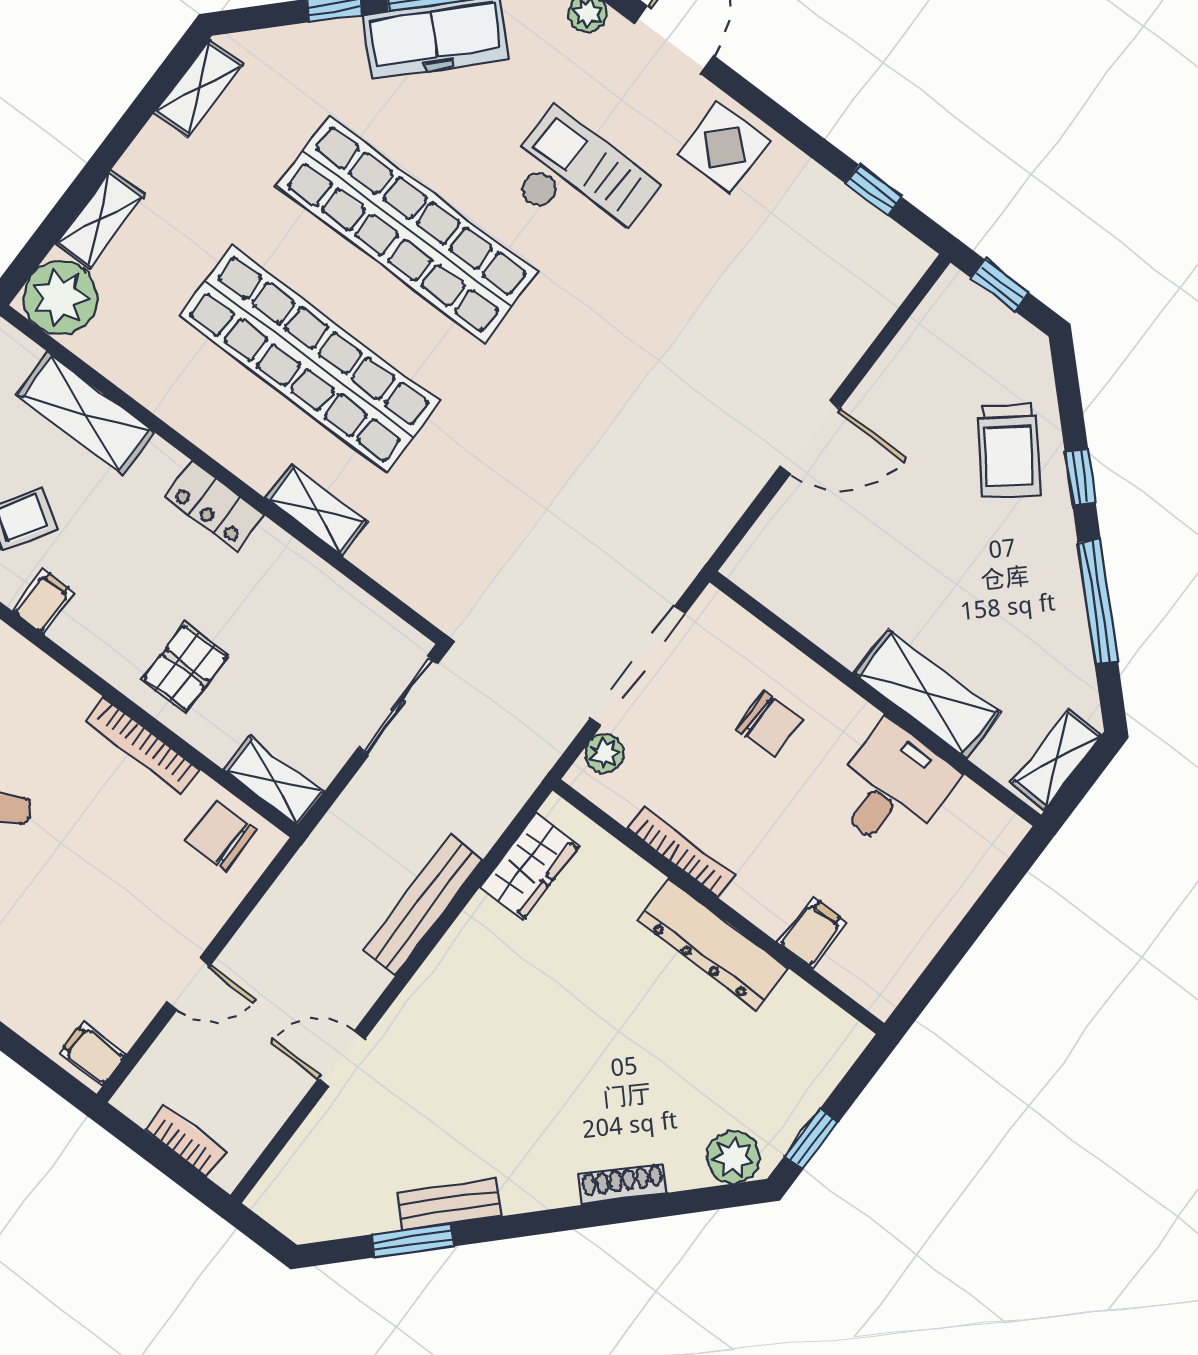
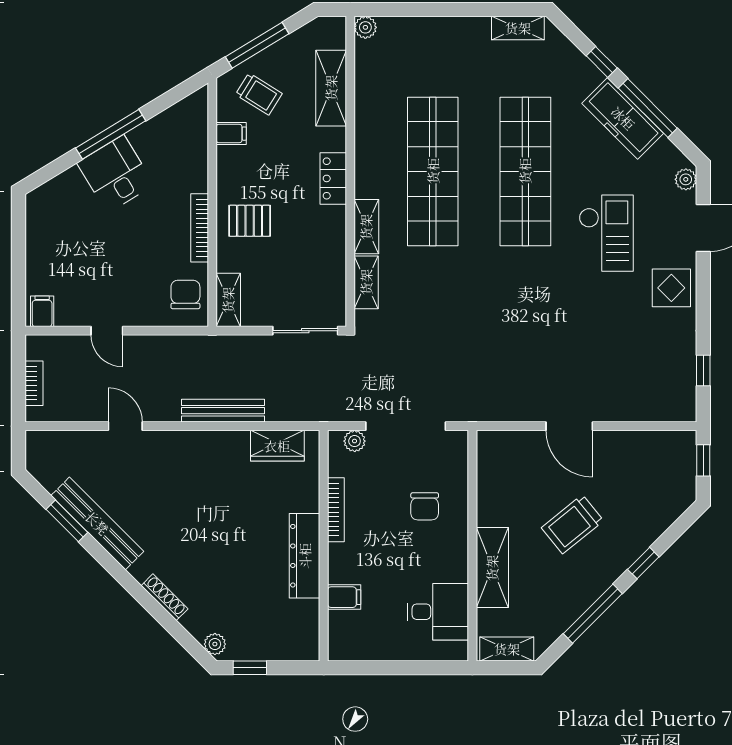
shelving: (100, 219) -> (366, 282), moved, turned 90
plant: (60, 298) -> (365, 27), width x0.53, depth x0.53
trolley: (1009, 450) -> (572, 524), moved
desk: (892, 787) -> (438, 612), moved
plant: (733, 1157) -> (215, 644), width x0.73, depth x0.73
bench: (449, 1204) -> (97, 523), width x1.86, depth x1.21

